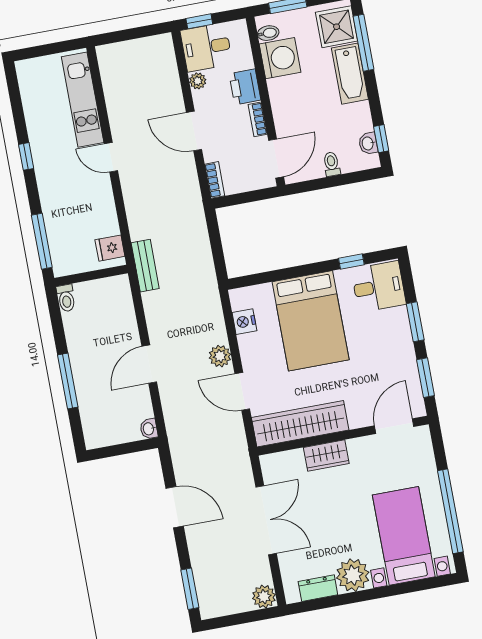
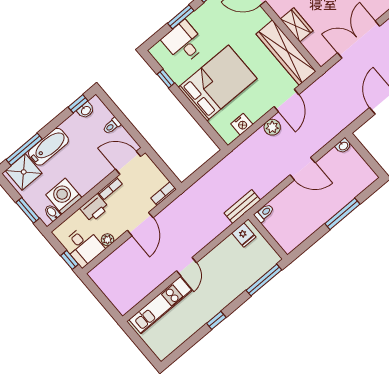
desk: (379, 287) -> (184, 42), moved
toilet: (66, 298) -> (264, 213), moved

